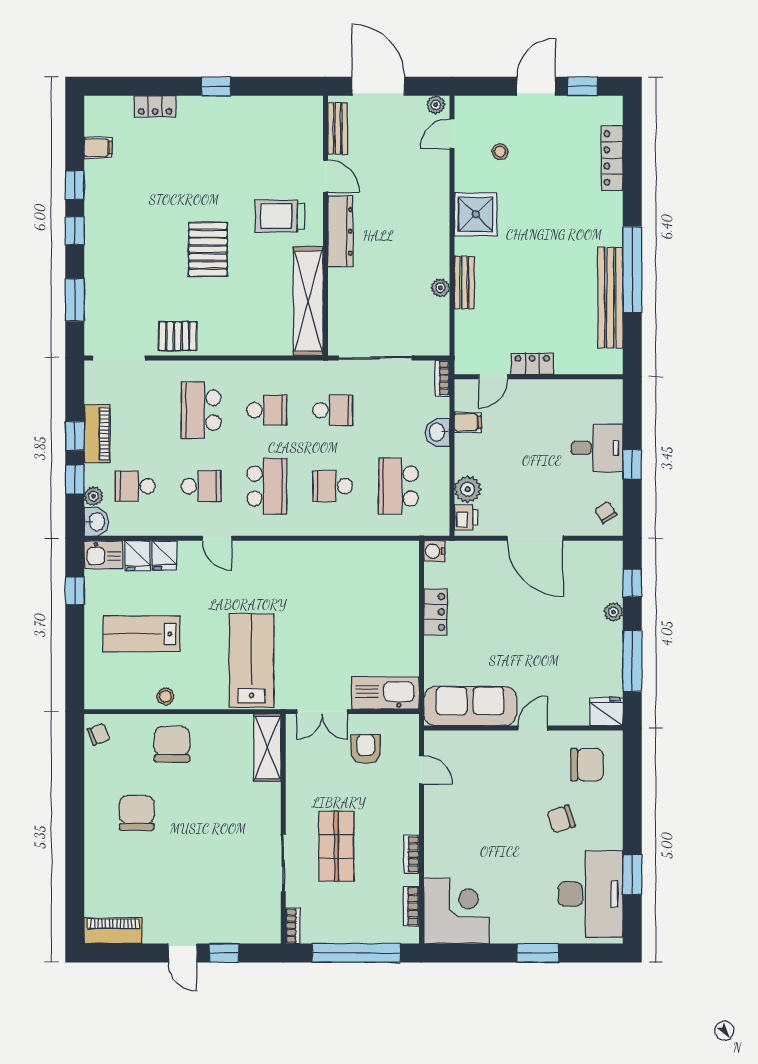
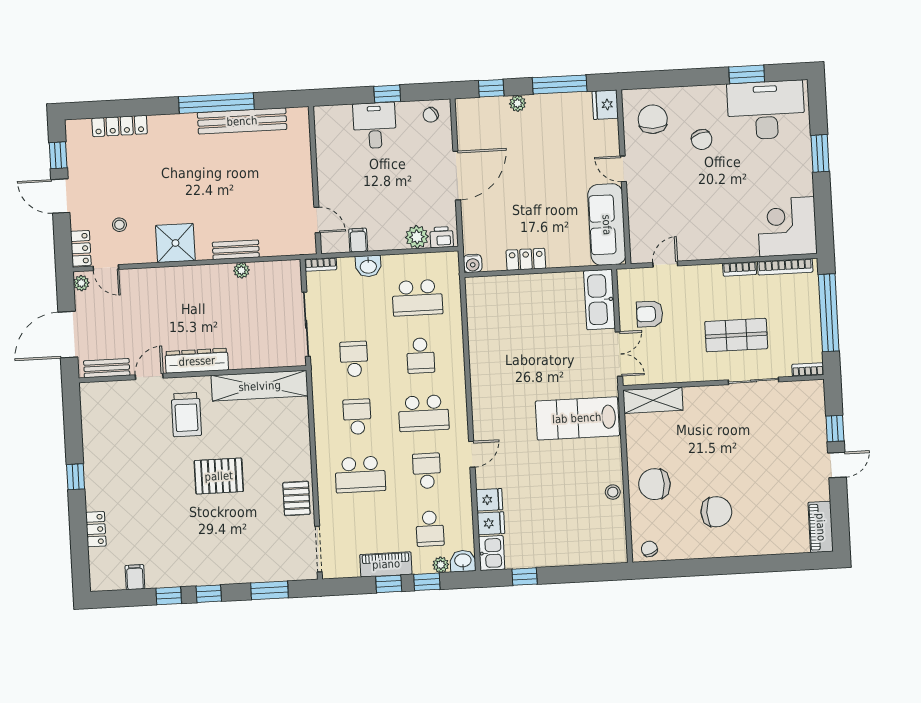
locker: (532, 364) -> (81, 248), moved, turned 180
school desk: (267, 486) -> (424, 413), turned 180
lab bench: (141, 634) -> (559, 516), removed
chair: (137, 813) -> (716, 512), turned 180
bookcase: (411, 906) -> (785, 267), width x1.56

